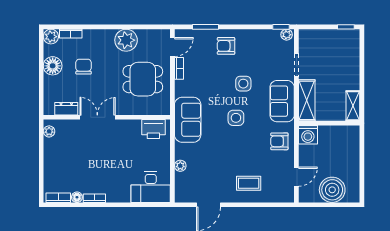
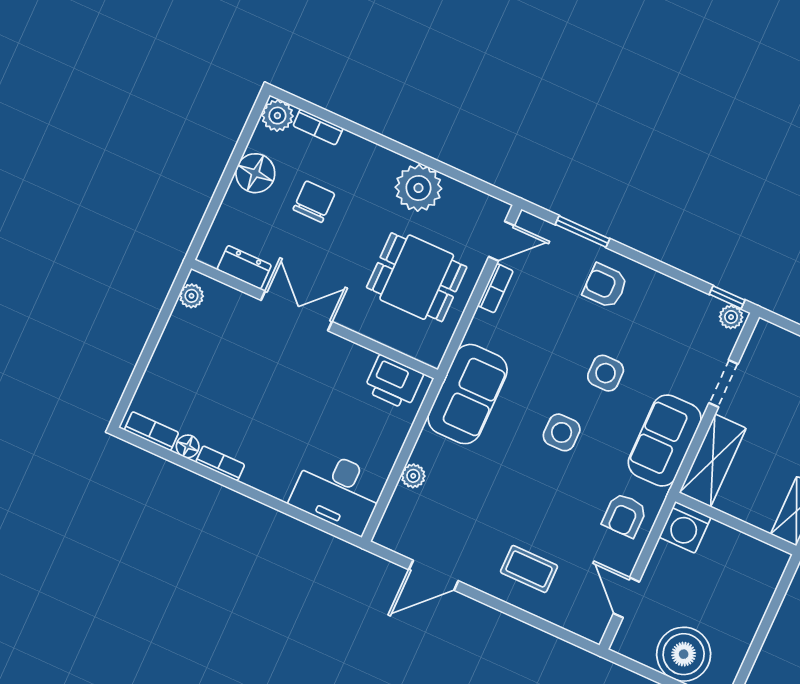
armchair: (279, 141) -> (625, 515), turned -90
door: (296, 177) -> (626, 598), swing flipped

